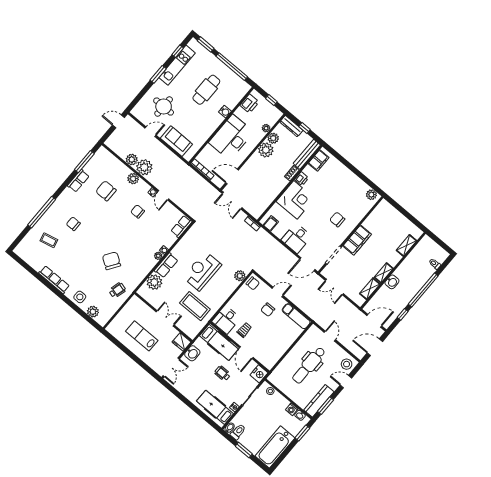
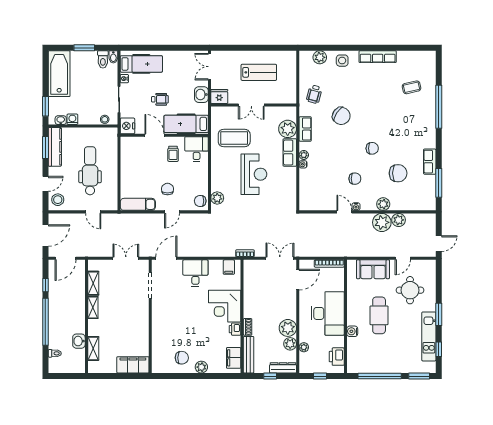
cafe table: (206, 90) -> (379, 315), moved
plant: (371, 195) -> (201, 367), moved
chair: (337, 219) -> (182, 358), moved
chair: (73, 224) -> (372, 148), moved
row of seats: (181, 226) -> (305, 129), moved
filing cabinet: (357, 240) -> (133, 365), moved, turned 90
washbasin: (392, 282) -> (79, 341), moved

